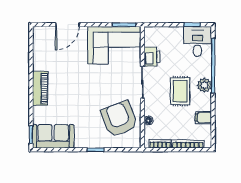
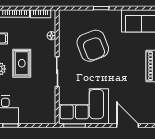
door: (67, 25) -> (128, 126), hinge flipped
printer: (152, 57) -> (48, 96), removed
armchair: (119, 119) -> (93, 46), moved

